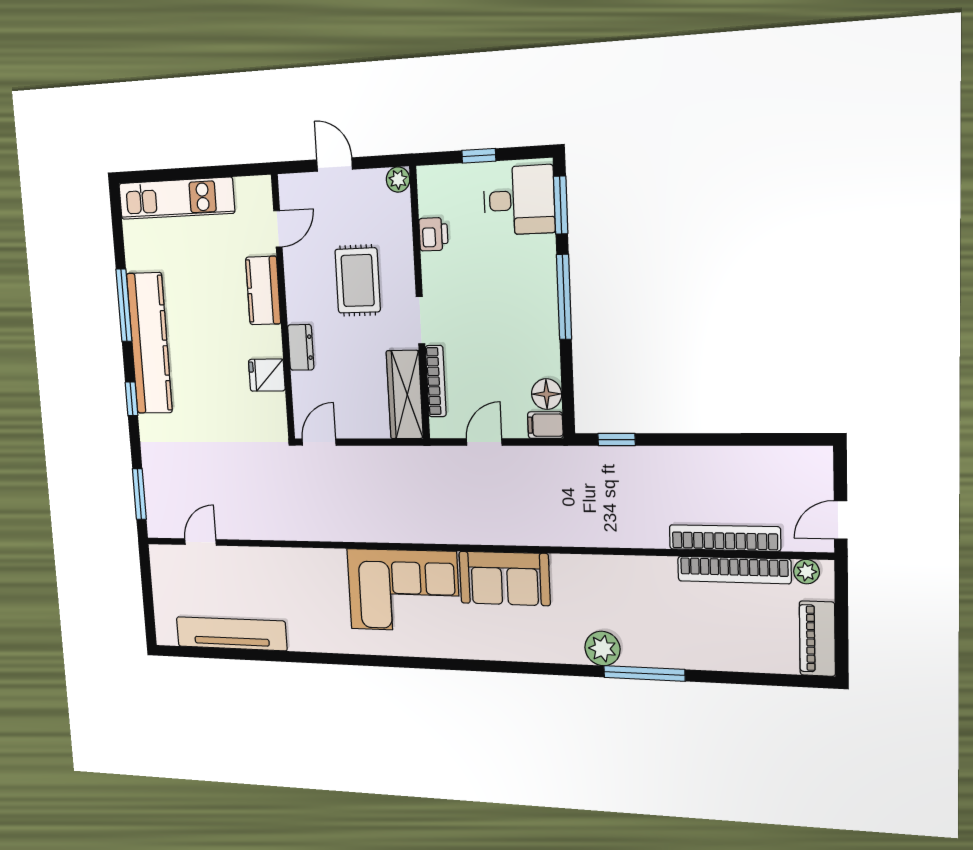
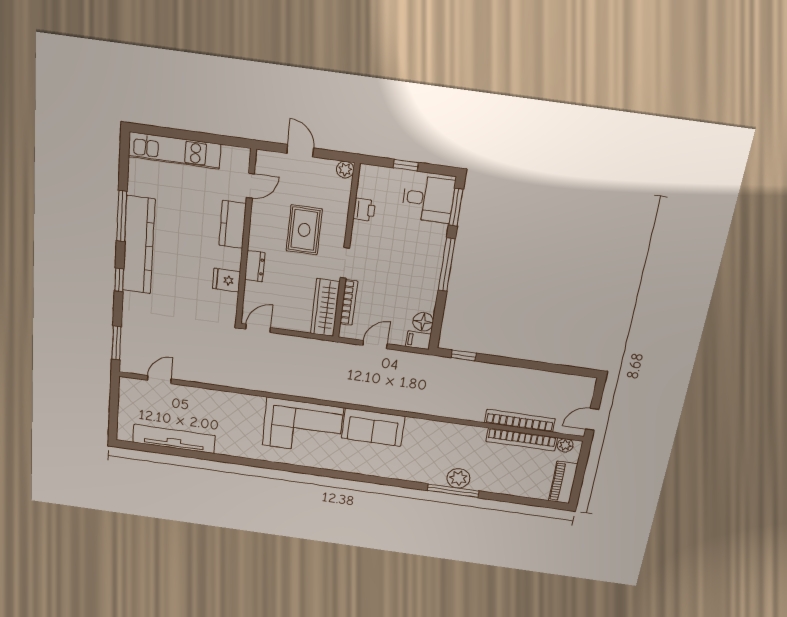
plant: (602, 648) -> (458, 478), moved

